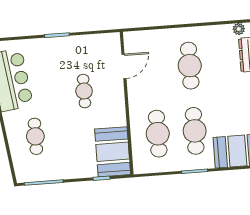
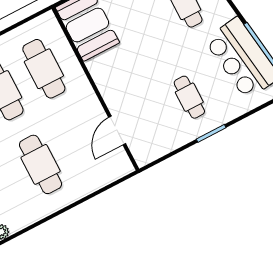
cafe table: (84, 91) -> (189, 97), moved

